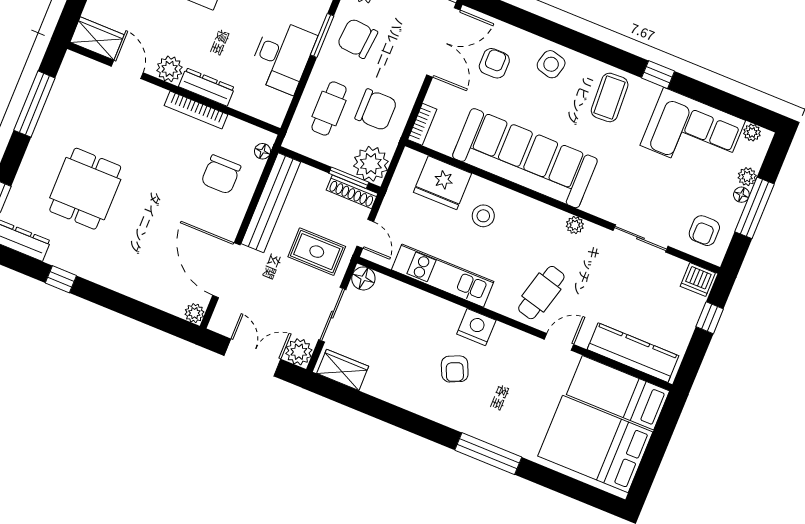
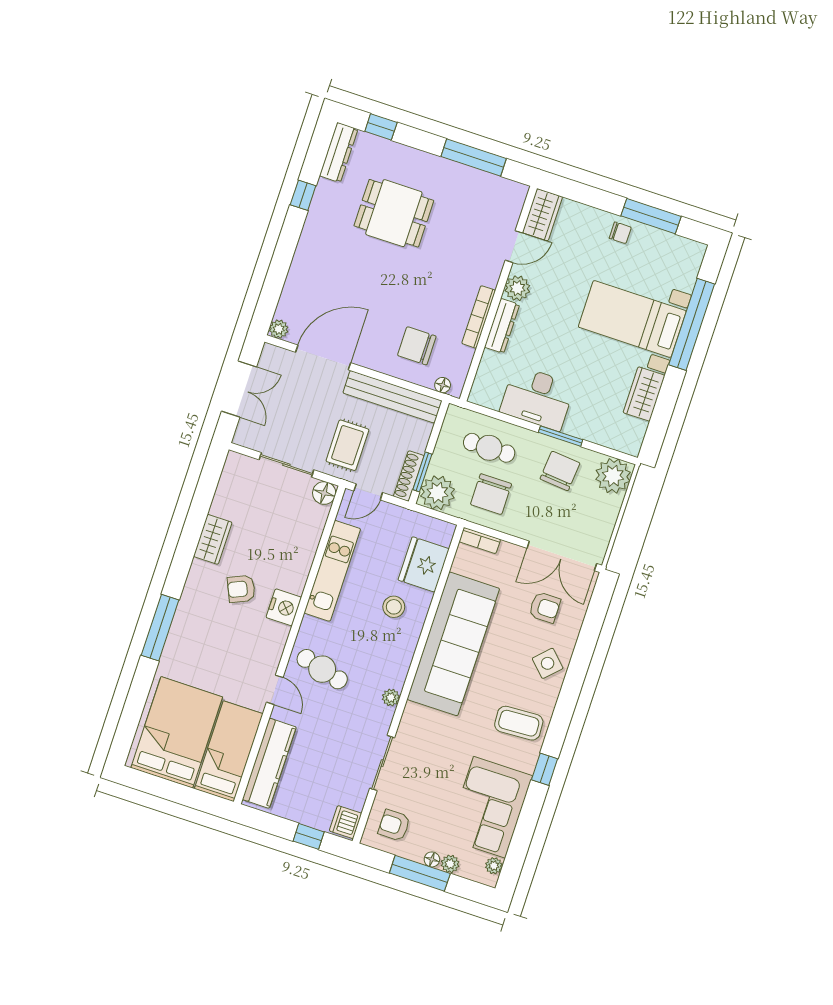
side table: (551, 64) -> (548, 663), turned 30
plant: (299, 352) -> (248, 434), removed
wardrobe: (343, 370) -> (213, 539), moved

